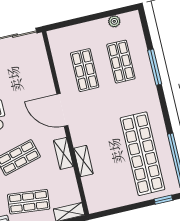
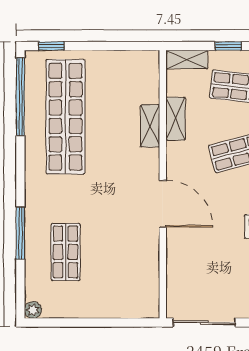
plant: (114, 21) -> (33, 310), moved
shop shelf: (85, 70) -> (119, 252), removed
shelving: (63, 153) -> (176, 119), moved

